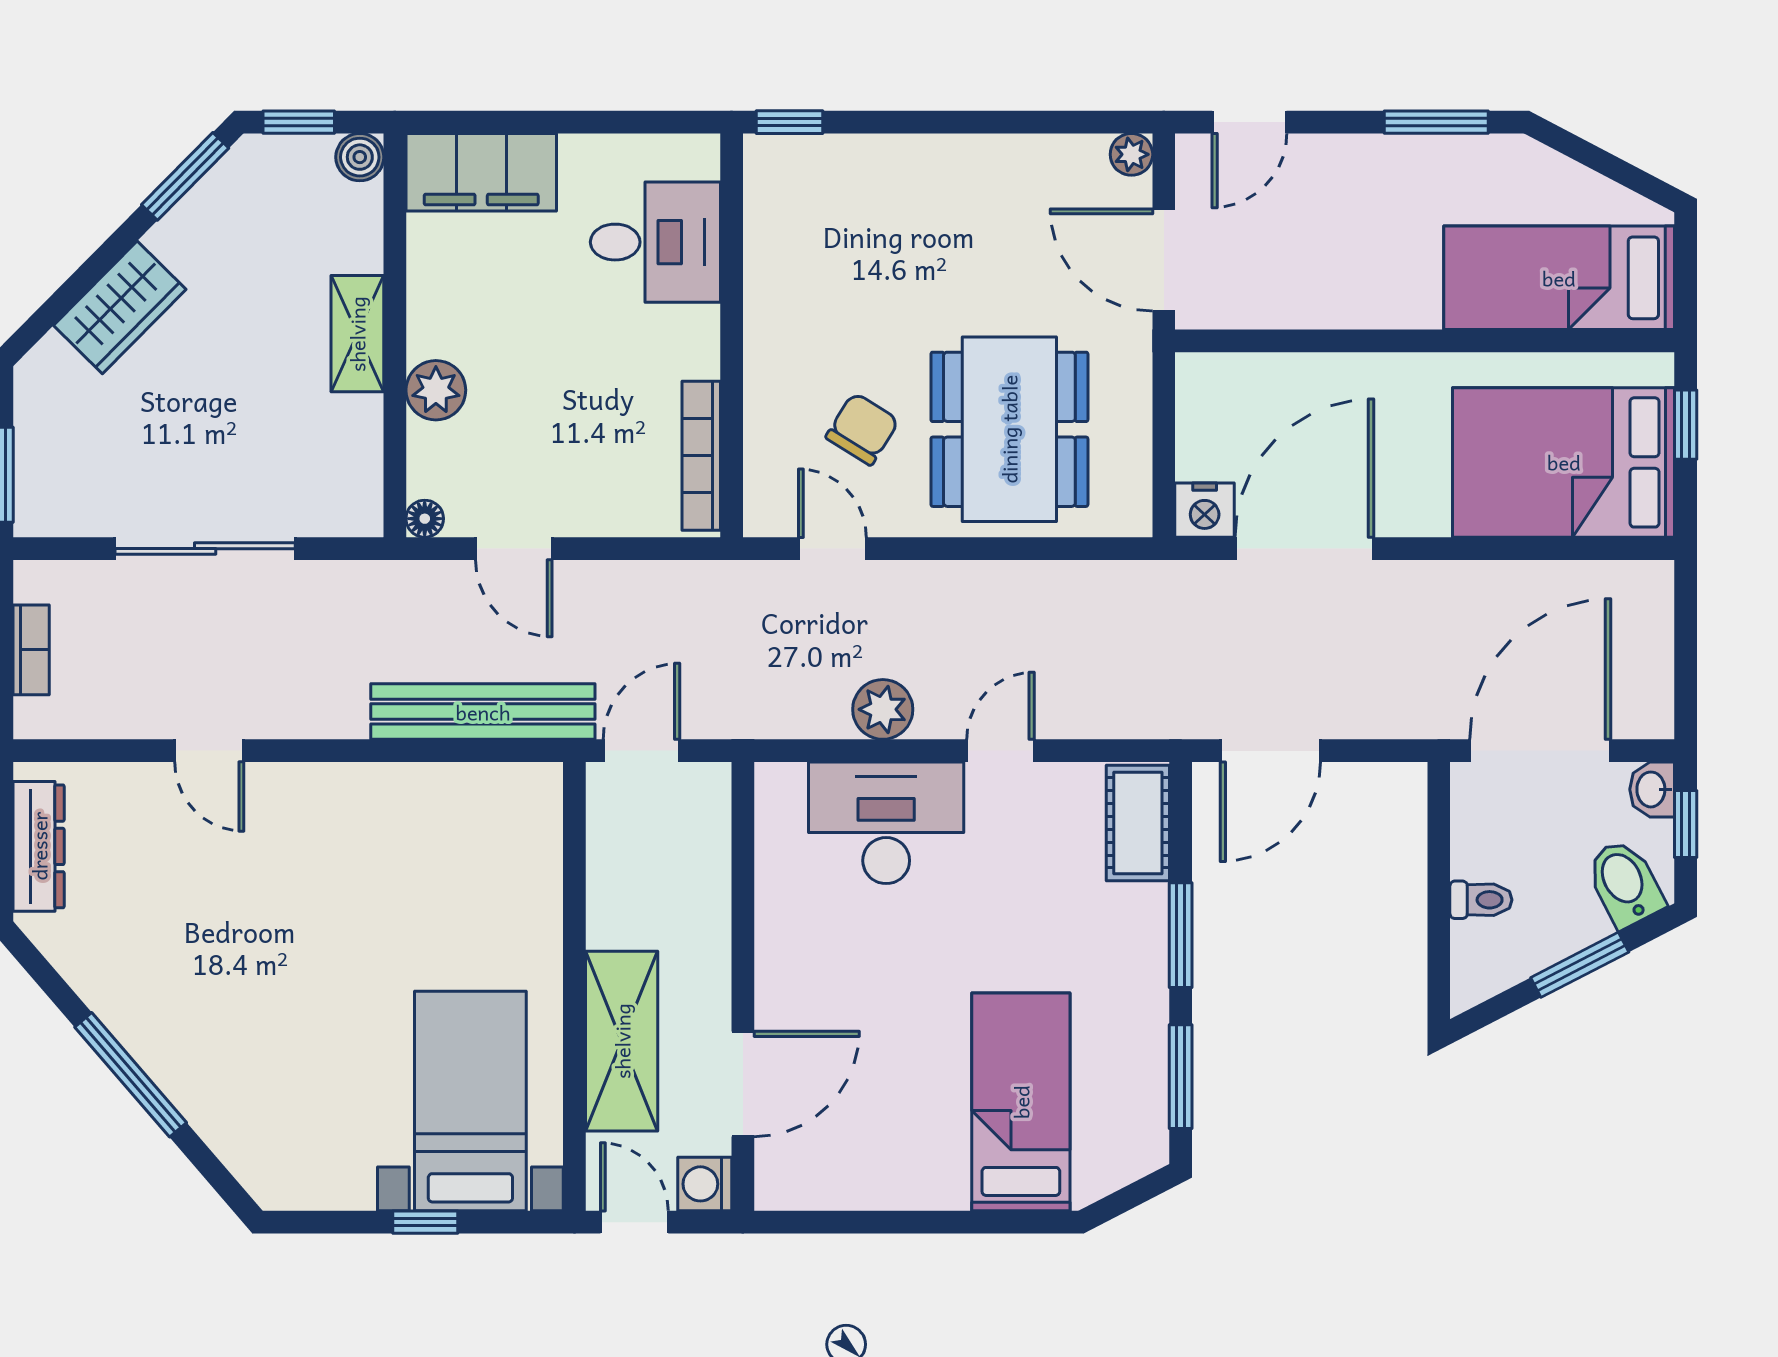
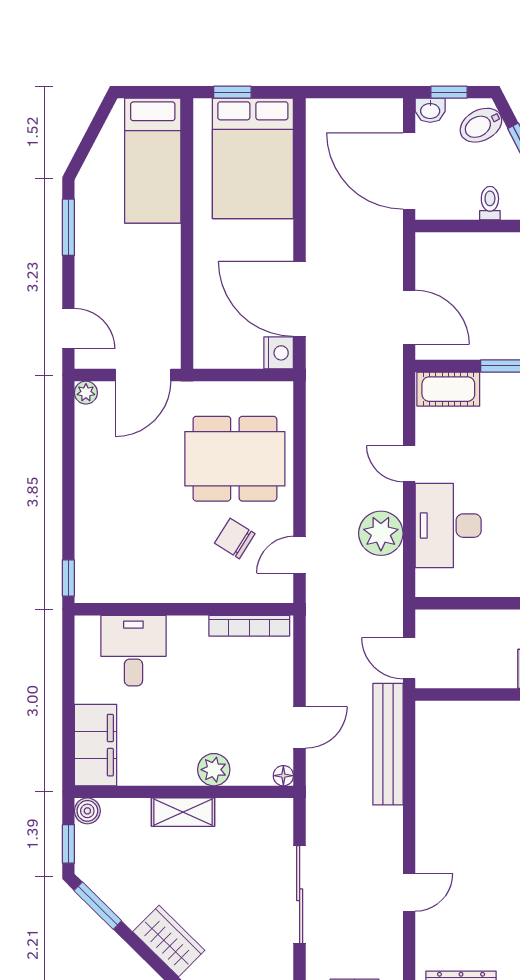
plant: (883, 709) -> (381, 533), width x1.36, depth x1.36

